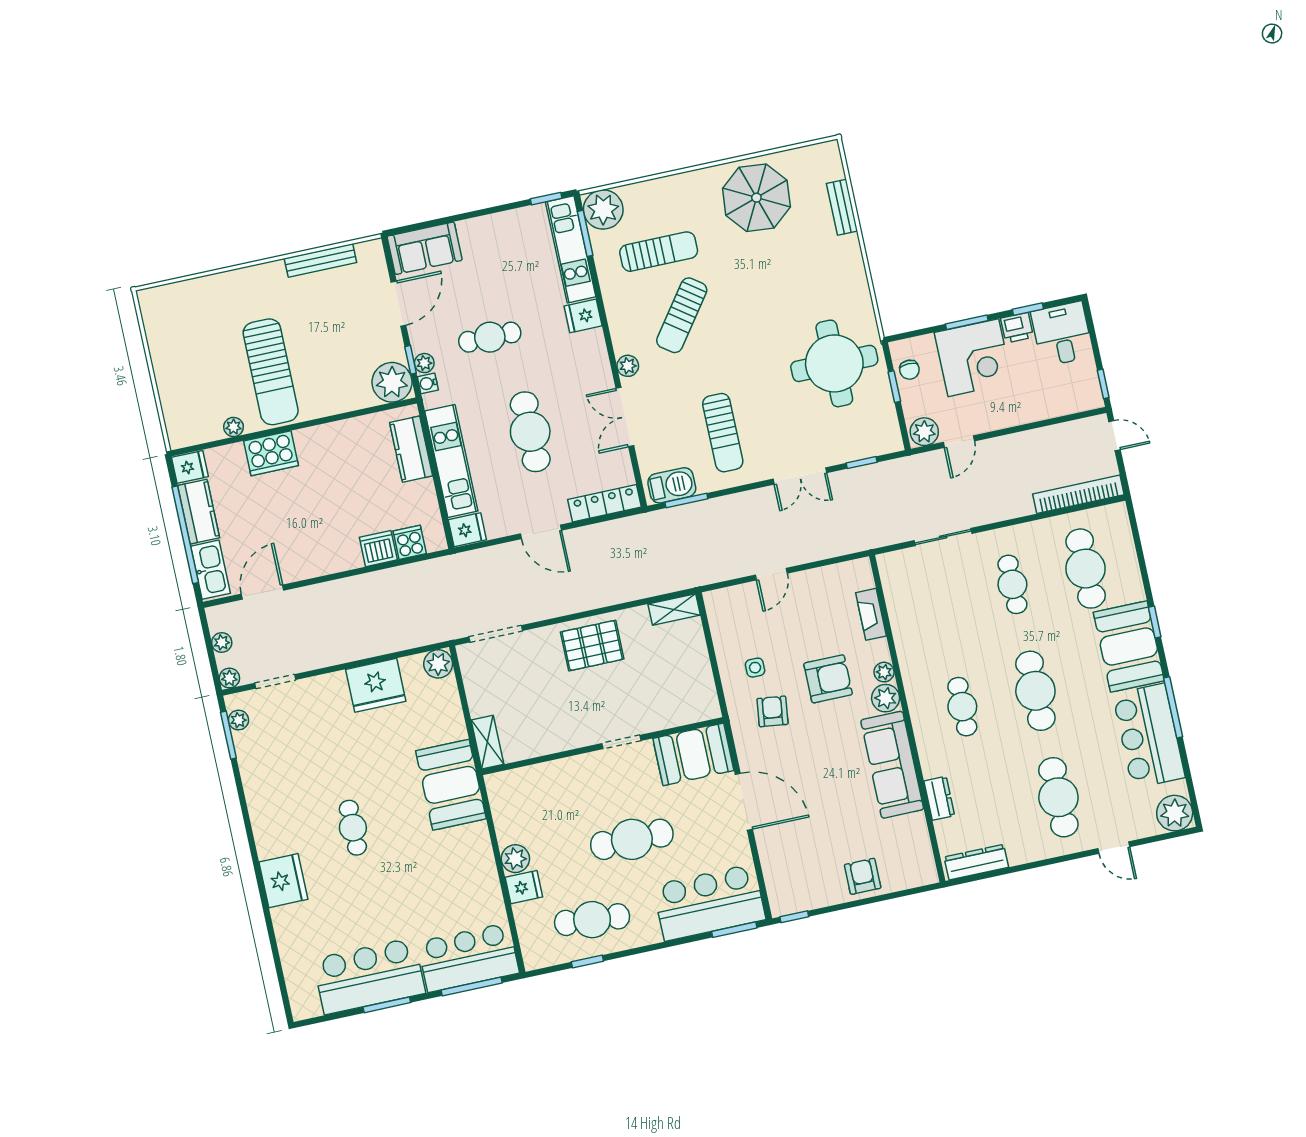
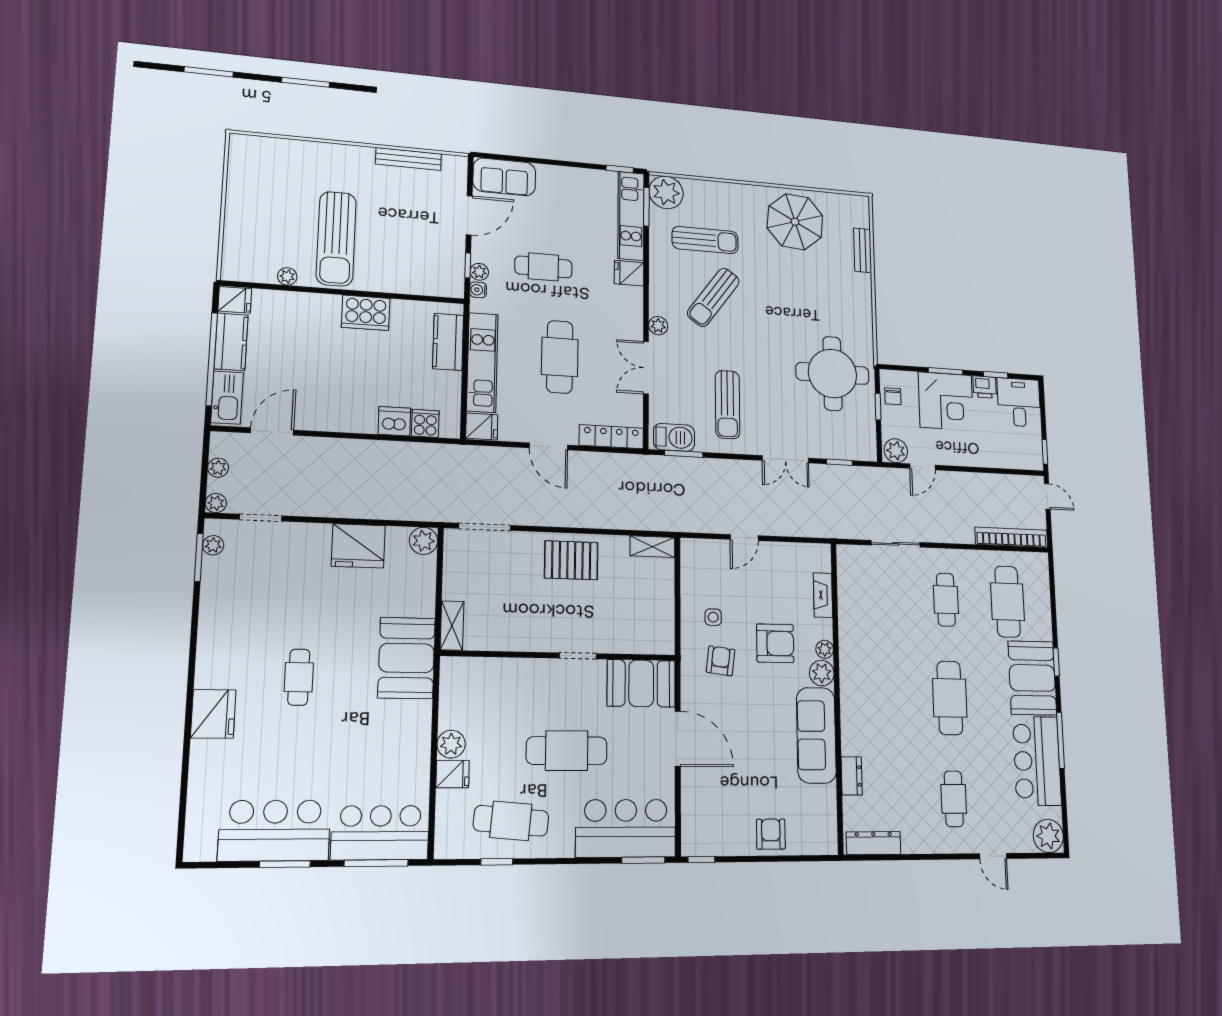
plant: (392, 382) -> (446, 280), removed
cooker: (271, 453) -> (366, 313), moved
cafe table: (962, 707) -> (886, 697), removed
cafe table: (1058, 797) -> (954, 799), width x0.73, depth x0.74

